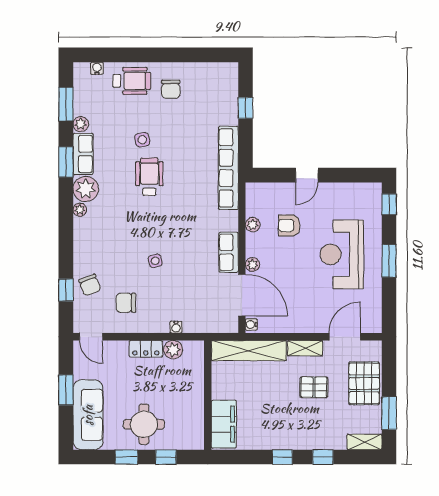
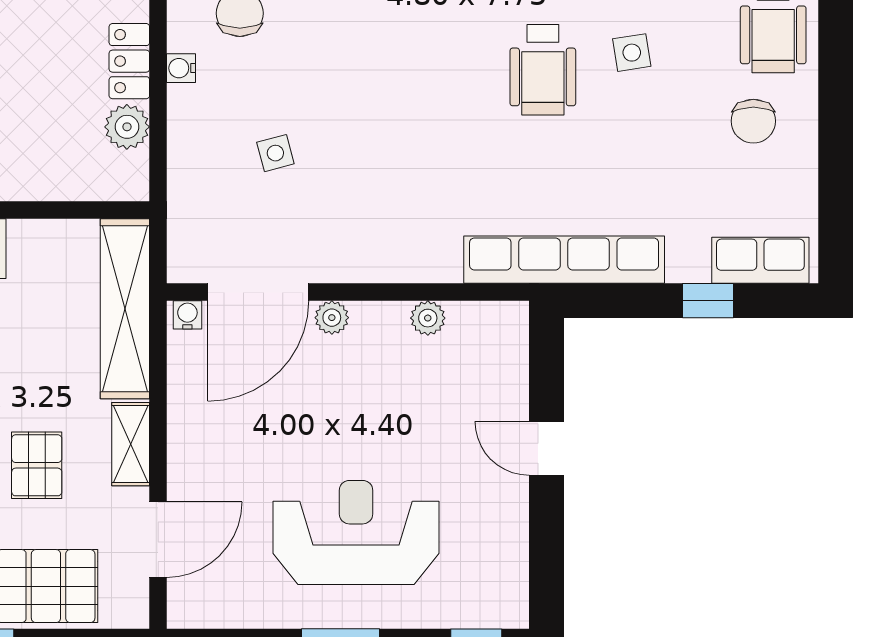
chair: (171, 89) -> (753, 121), turned -90
wheelchair: (149, 177) -> (543, 70), turned 90
armchair: (289, 225) -> (426, 406), removed
row of seats: (229, 252) -> (760, 260), moved
side table: (155, 261) -> (275, 153), moved
water cooler: (176, 327) -> (181, 68), moved
door: (345, 337) -> (158, 540), hinge flipped

